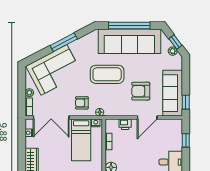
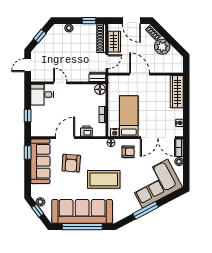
armchair: (141, 91) -> (71, 163), turned 94
double door: (51, 117) -> (158, 138), swing flipped

